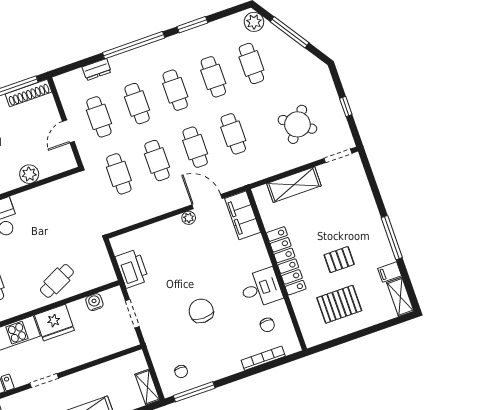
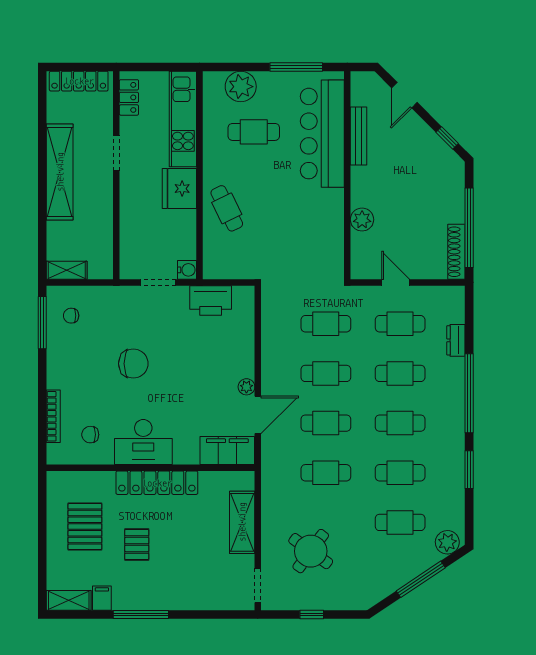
desk: (261, 288) -> (143, 442), width x1.37
water cooler: (94, 302) -> (187, 270), moved

